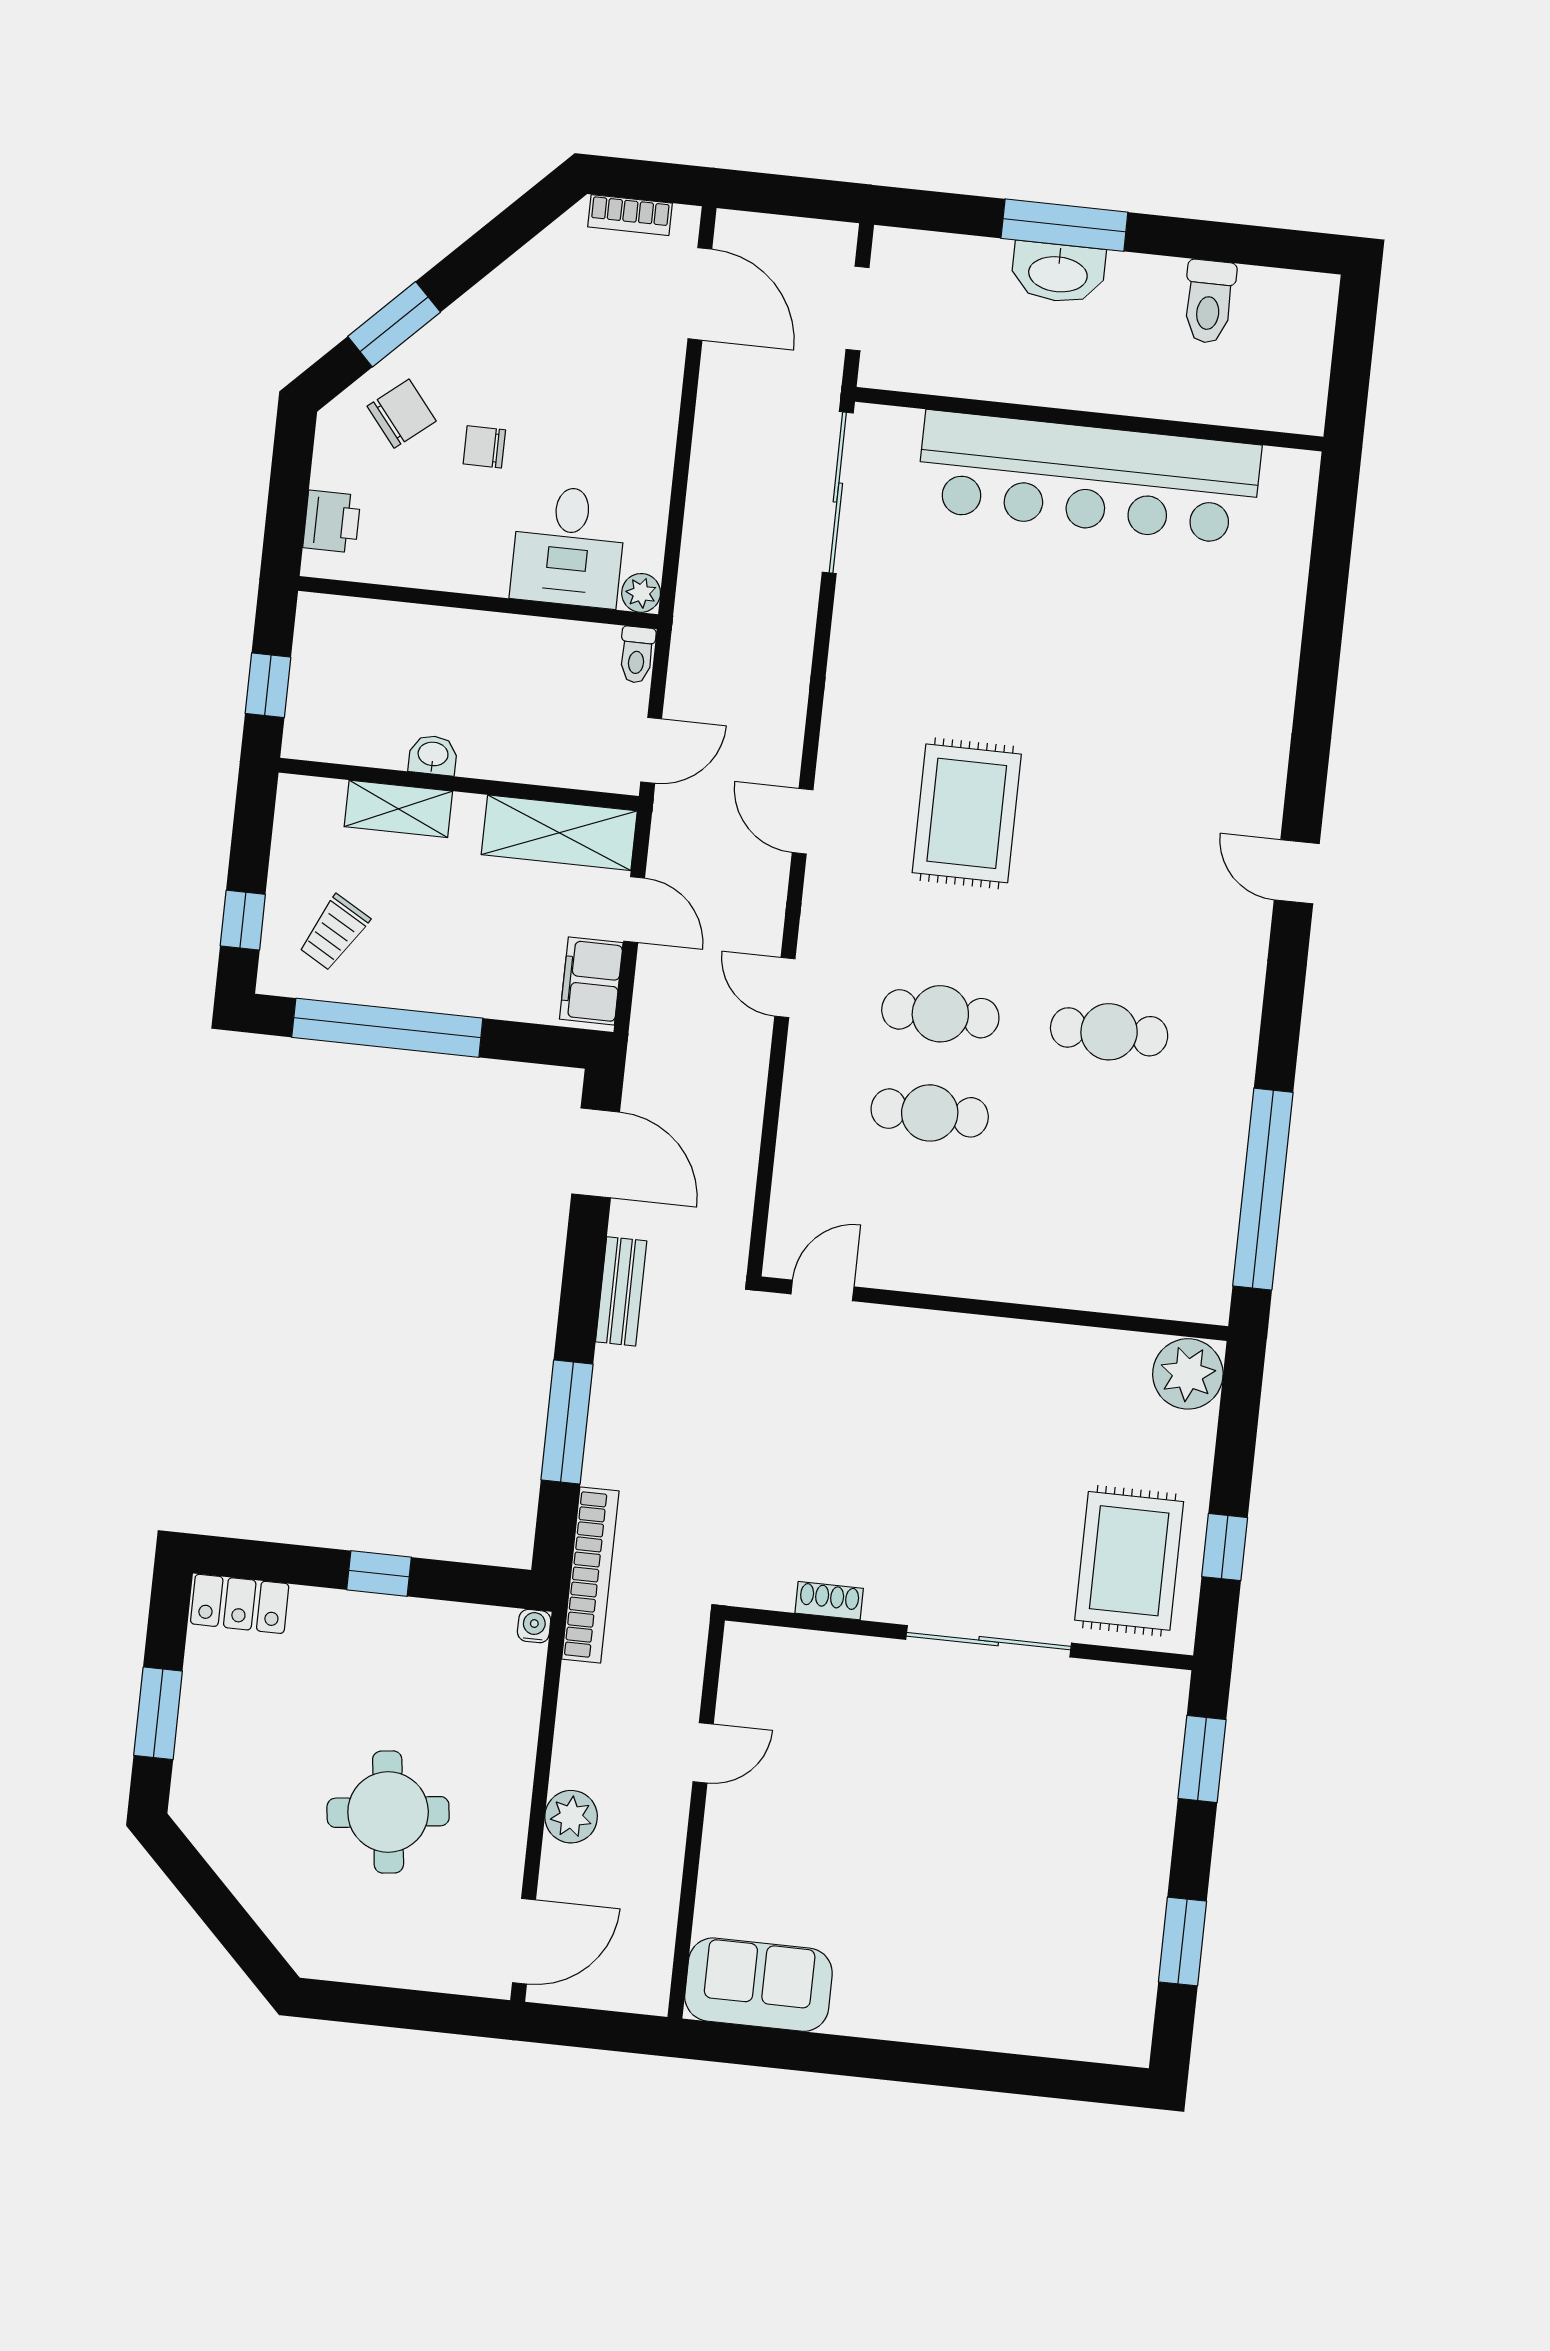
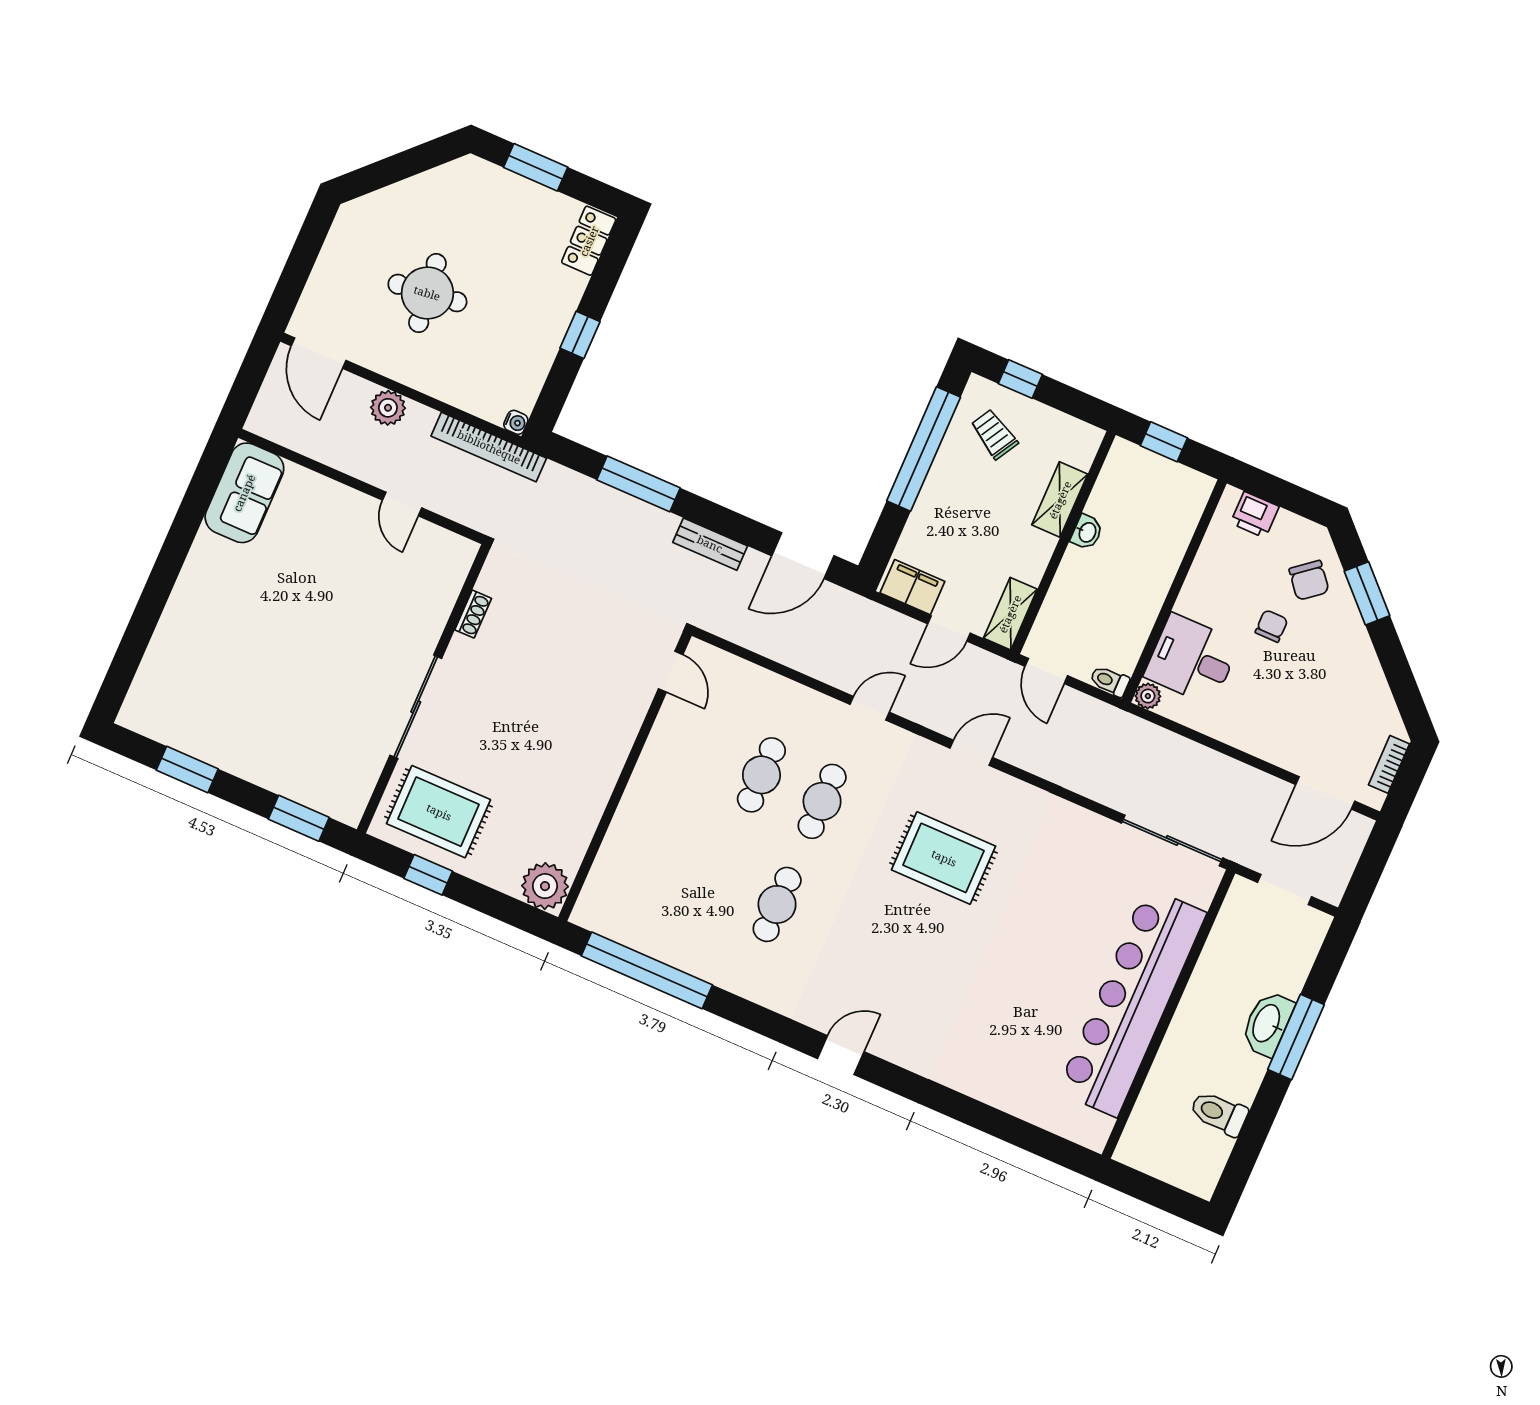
shelving: (559, 833) -> (1010, 614), width x0.67, depth x0.75
bookcase: (590, 1575) -> (489, 447), moved

